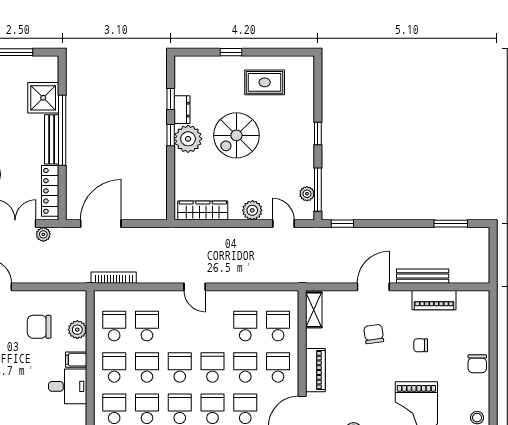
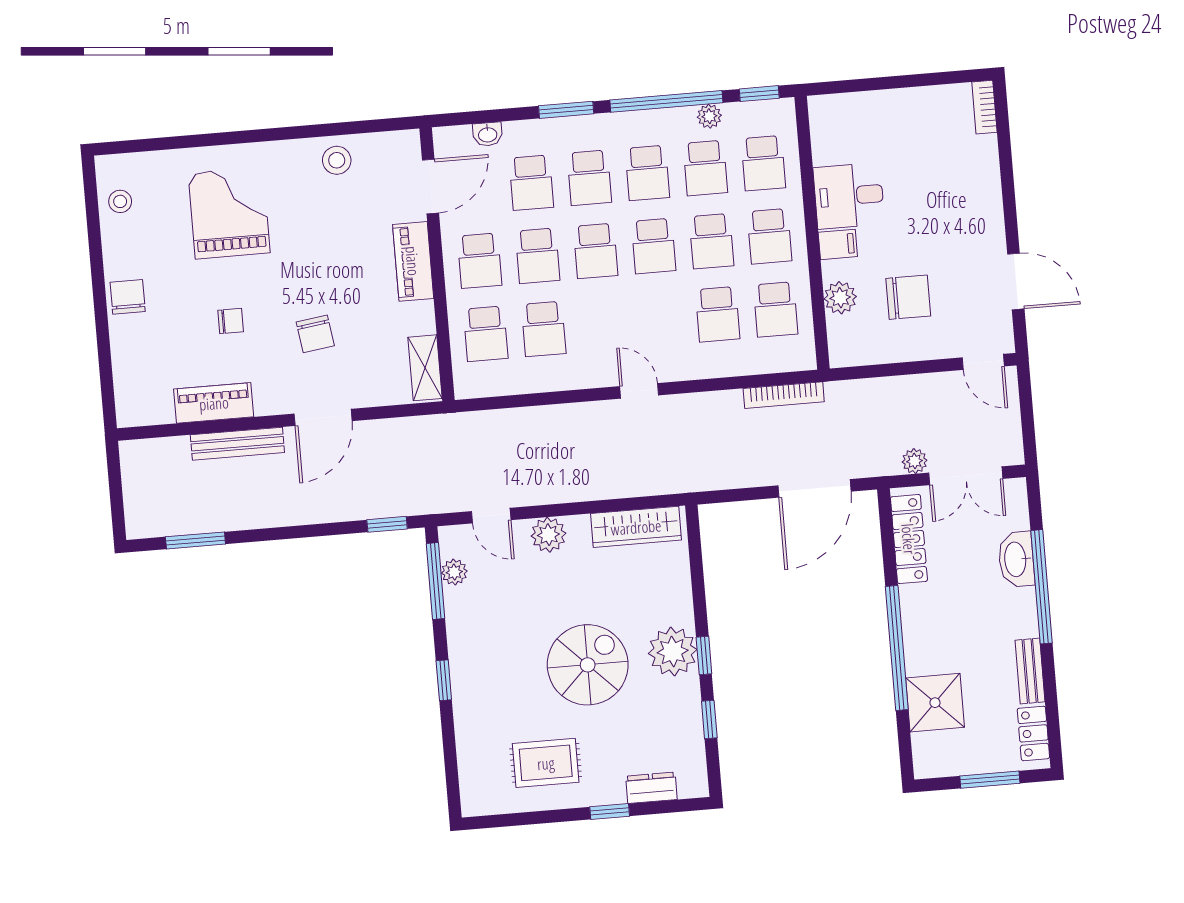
dresser: (182, 110) -> (651, 788), moved, turned 90
bench: (52, 139) -> (914, 631), removed

